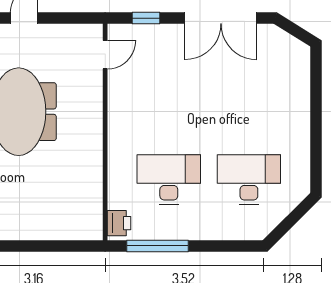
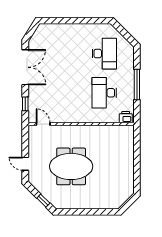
desk: (249, 179) -> (104, 54), turned 180
window: (158, 246) -> (137, 85), moved

